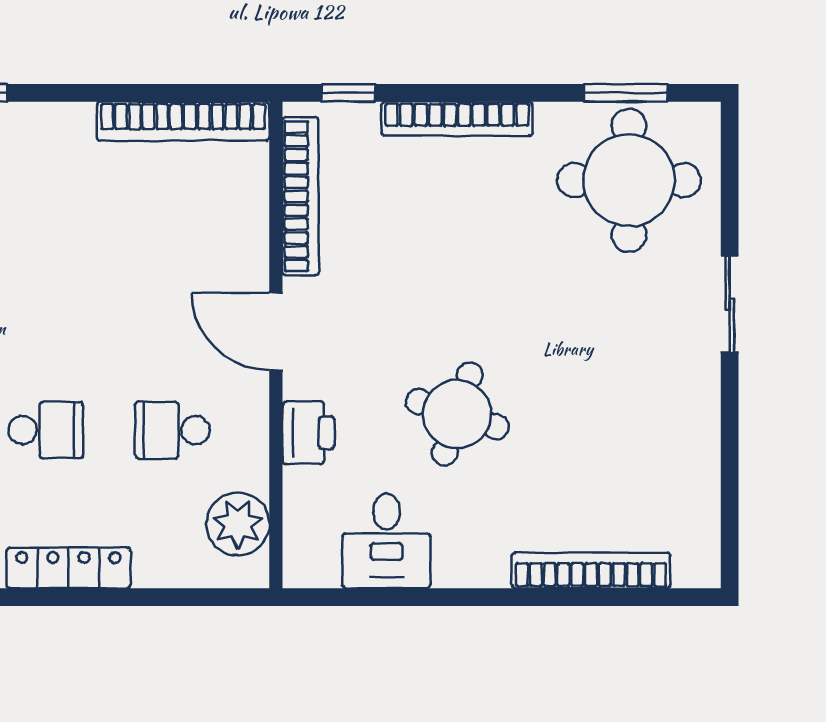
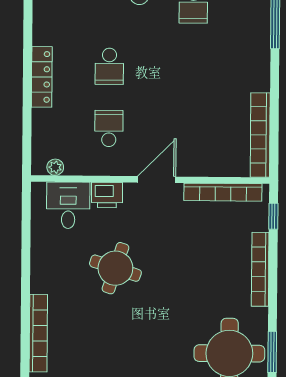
plant: (238, 524) -> (55, 167), width x0.53, depth x0.53
desk: (386, 541) -> (68, 205), moved, turned 90

